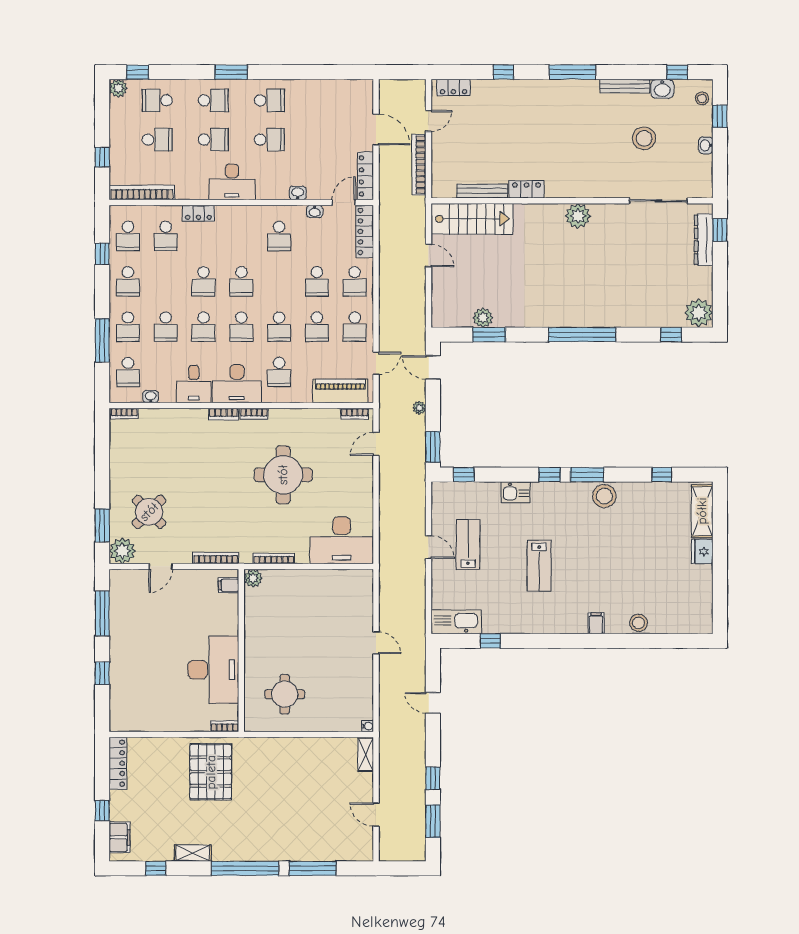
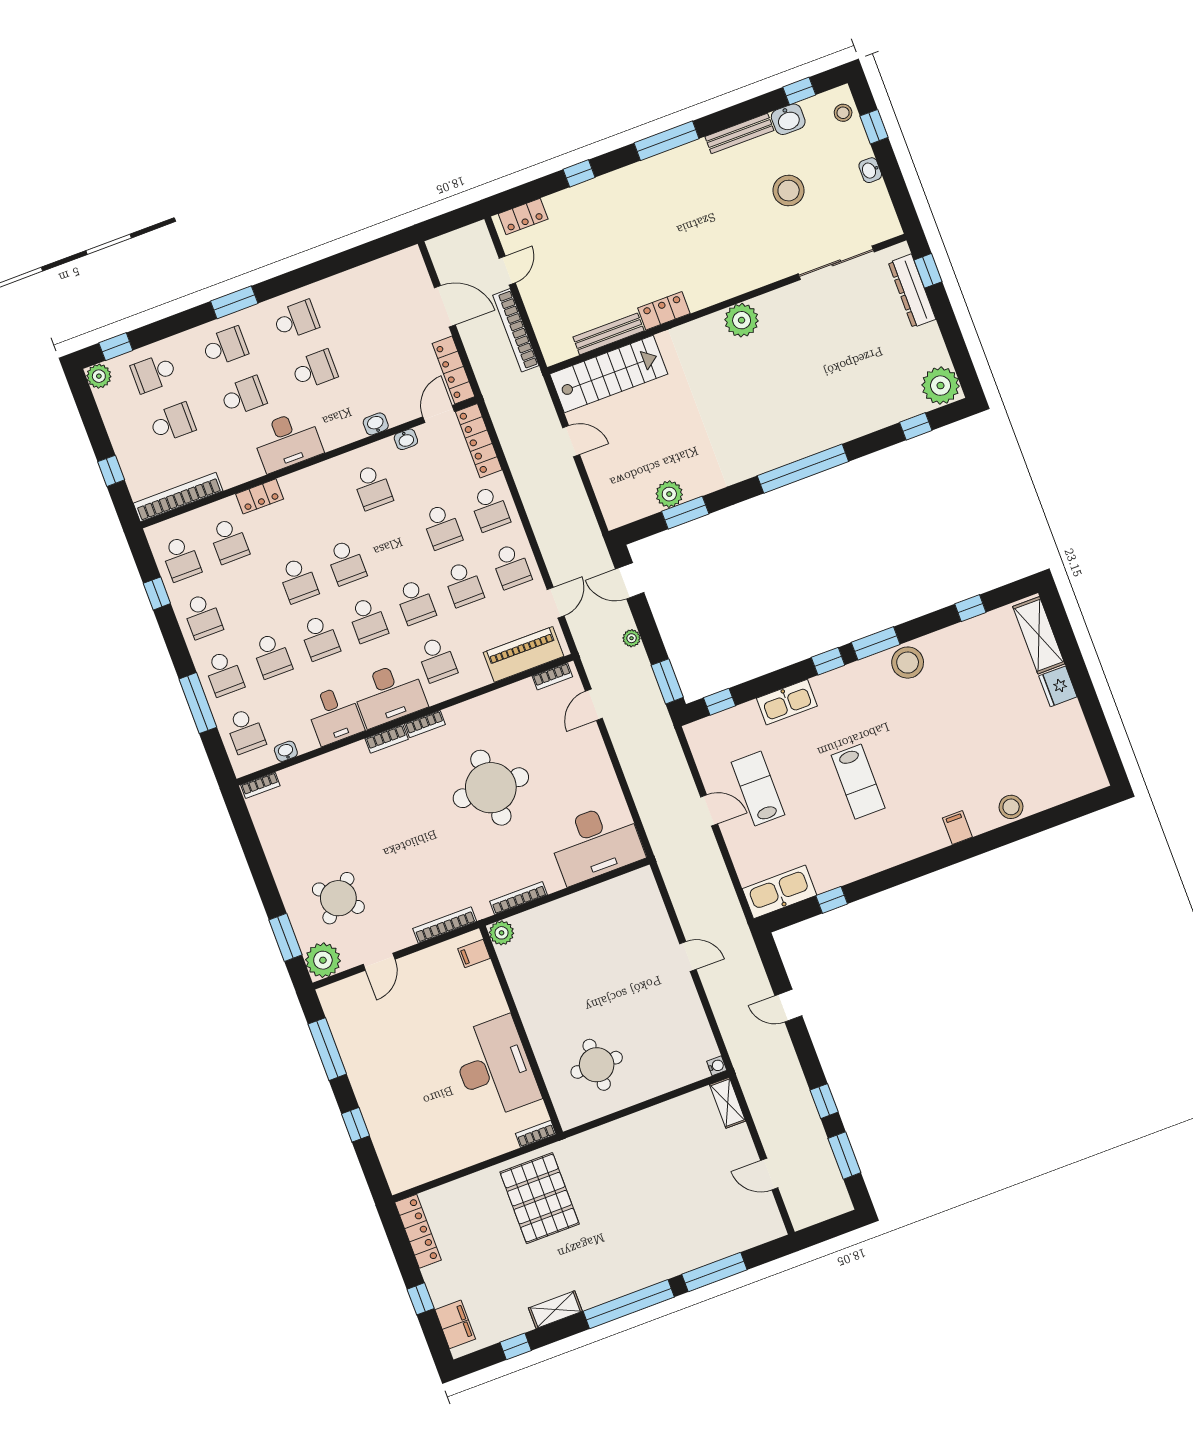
kitchen sink: (516, 492) -> (787, 702), width x1.38

